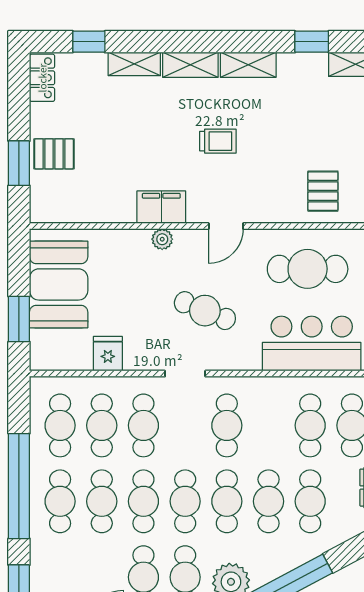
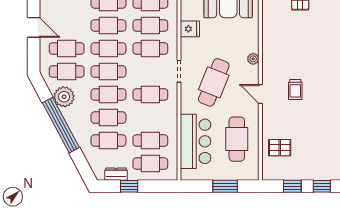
trolley: (218, 141) -> (295, 89), moved
filing cabinet: (161, 207) -> (271, 58), removed
cafe table: (205, 311) -> (214, 82), width x1.37, depth x1.35

